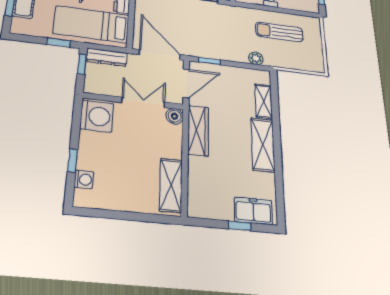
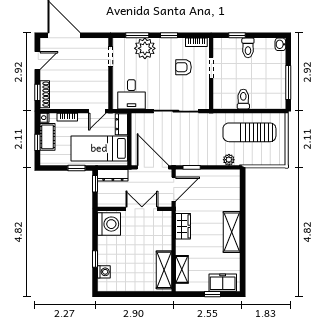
sun lounger: (279, 32) -> (249, 132), width x1.36, depth x1.34
shelving: (264, 101) -> (182, 269), moved
boiler: (175, 116) -> (165, 217), removed
wardrobe: (198, 130) -> (183, 226), width x0.67

